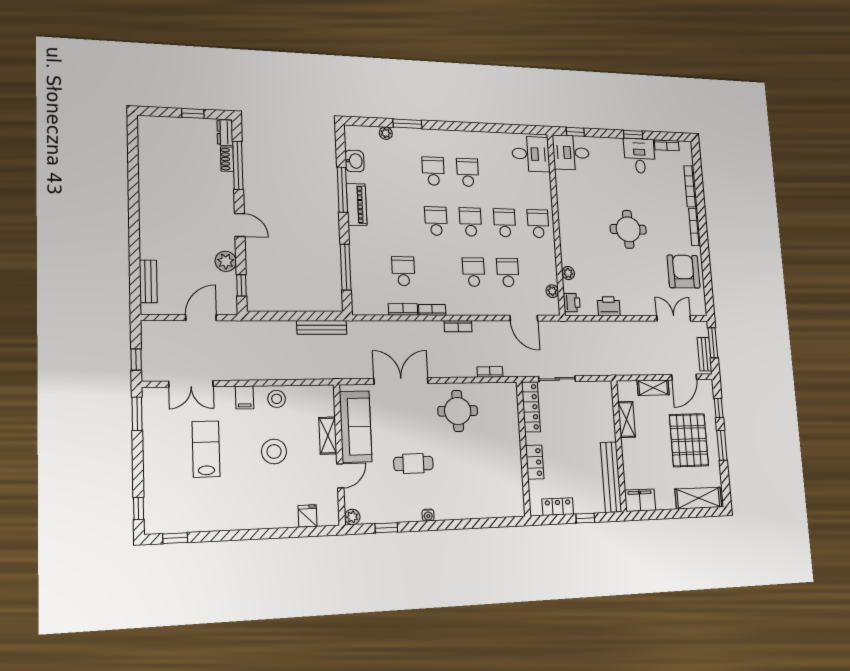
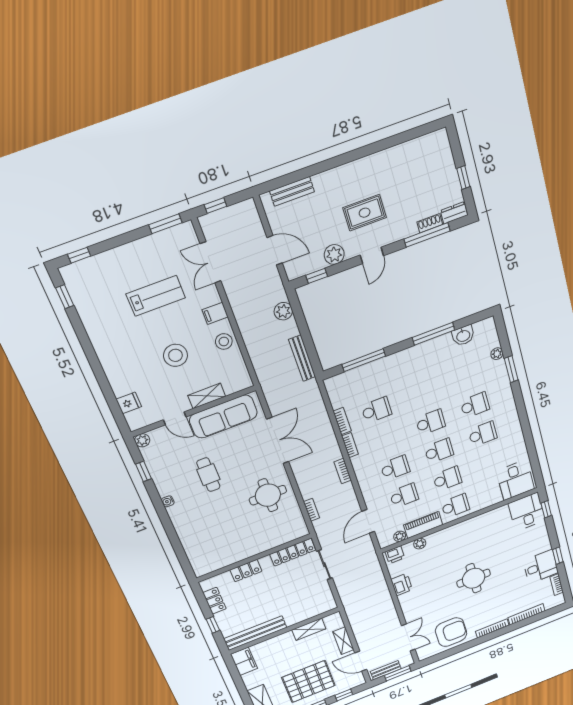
piano: (357, 204) -> (423, 525), moved, turned 180
rug: (194, 219) -> (365, 213), added
plant: (266, 330) -> (283, 311), added

